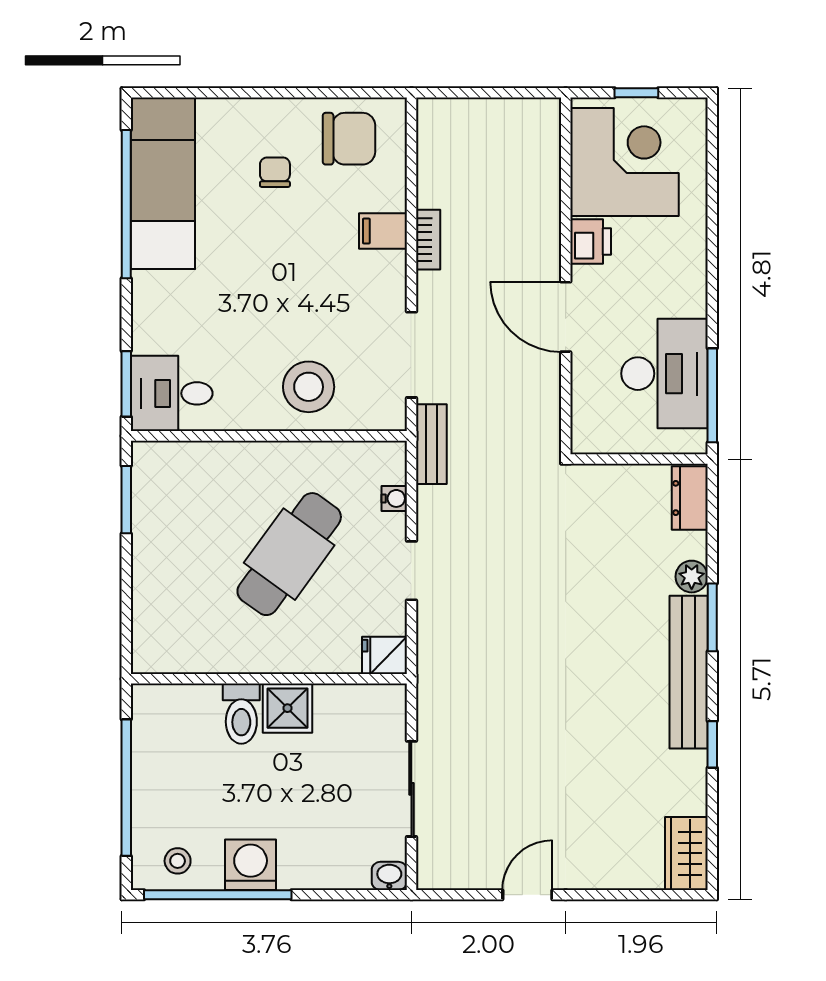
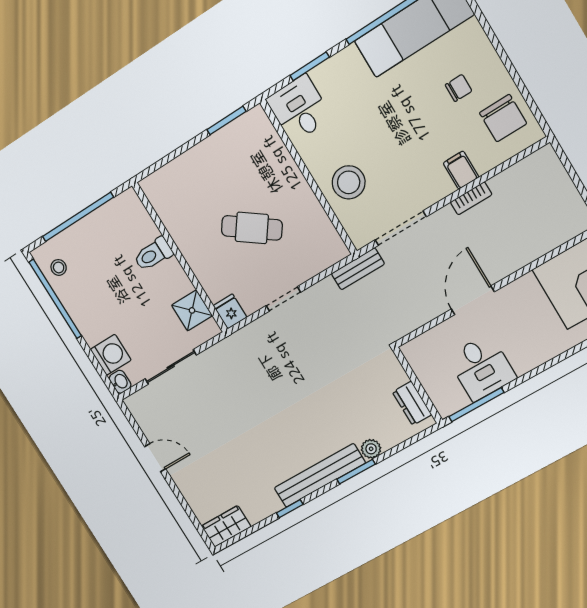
printer: (591, 242) -> (524, 289), removed
desk: (665, 374) -> (481, 367), width x0.73
window: (126, 384) -> (310, 66), moved
water cooler: (394, 498) -> (316, 266), removed
dresser: (690, 498) -> (412, 403), moved, turned -90
cafe table: (289, 554) -> (252, 228), width x0.73, depth x0.74
shower: (288, 708) -> (192, 310), moved
washing machine: (251, 865) -> (111, 355), moved

